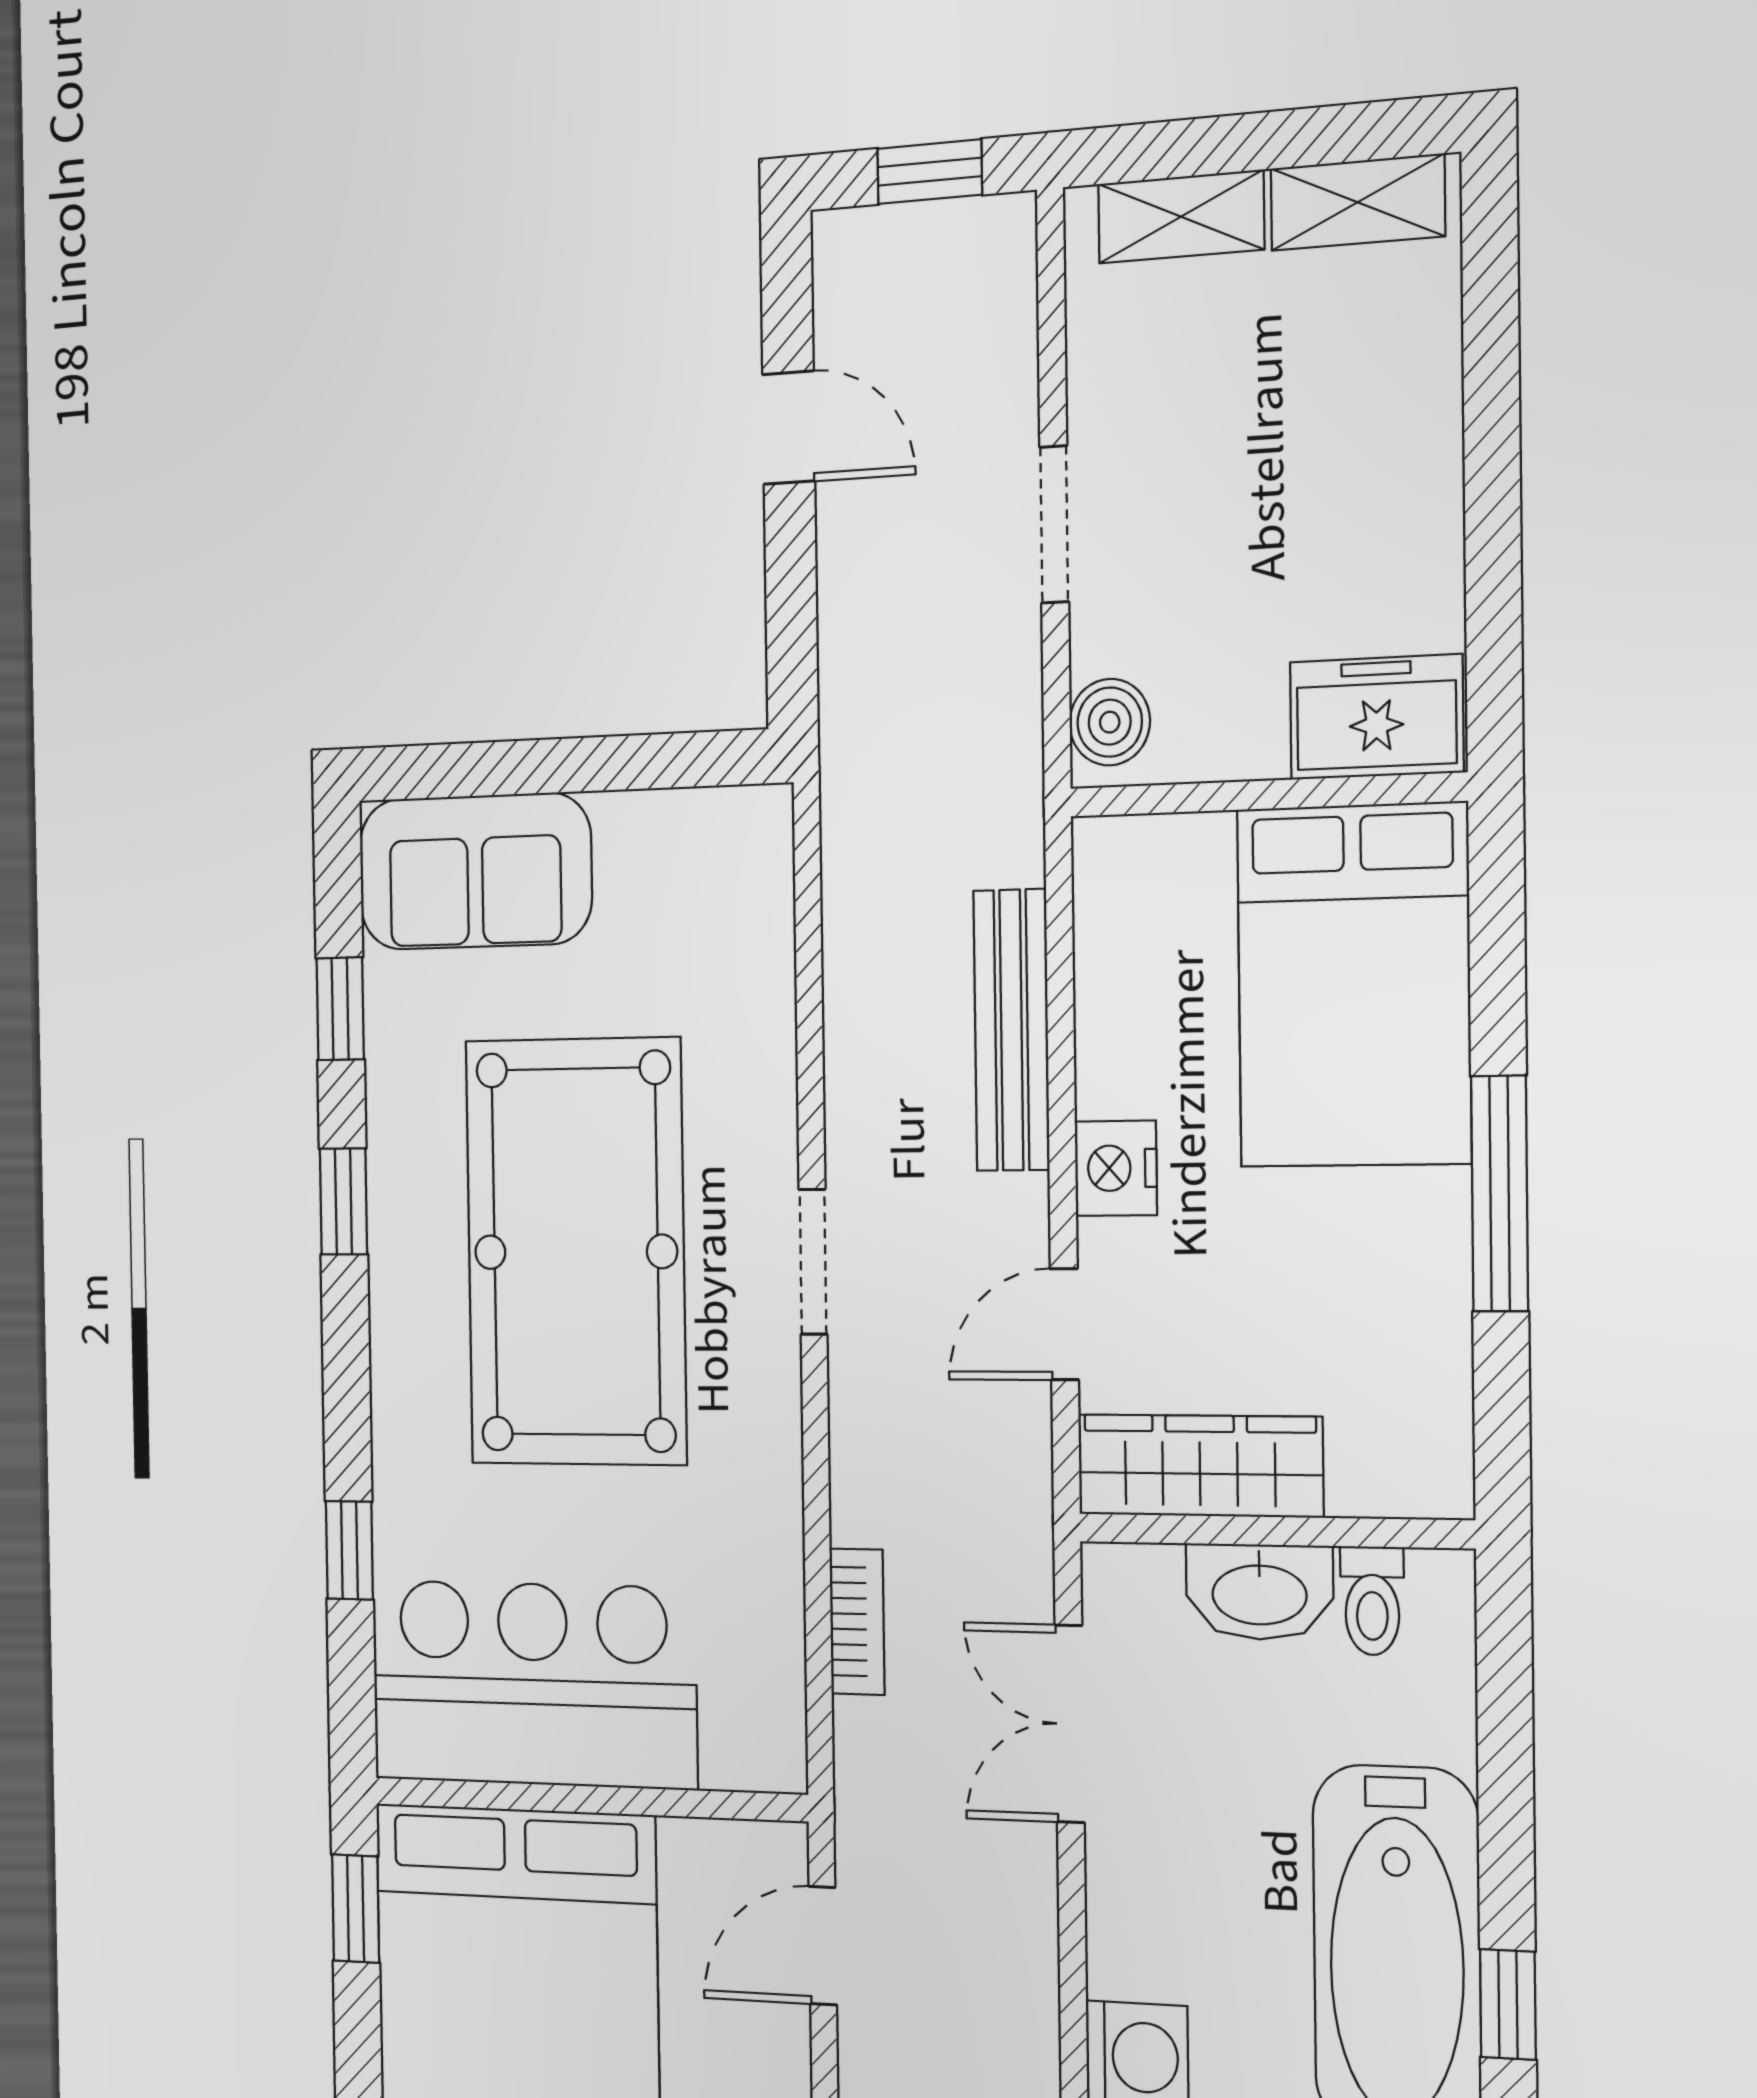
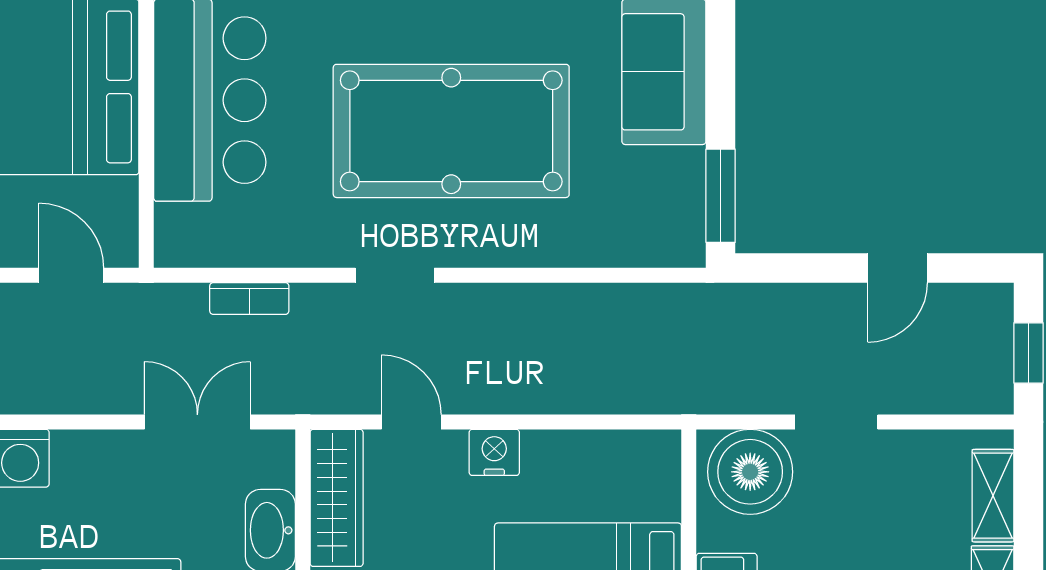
boiler: (1110, 722) -> (750, 472), width x1.86, depth x1.86
window: (674, 760) -> (721, 196), added
bench: (1011, 1030) -> (569, 394), removed
doorway: (813, 1262) -> (395, 275), moved

